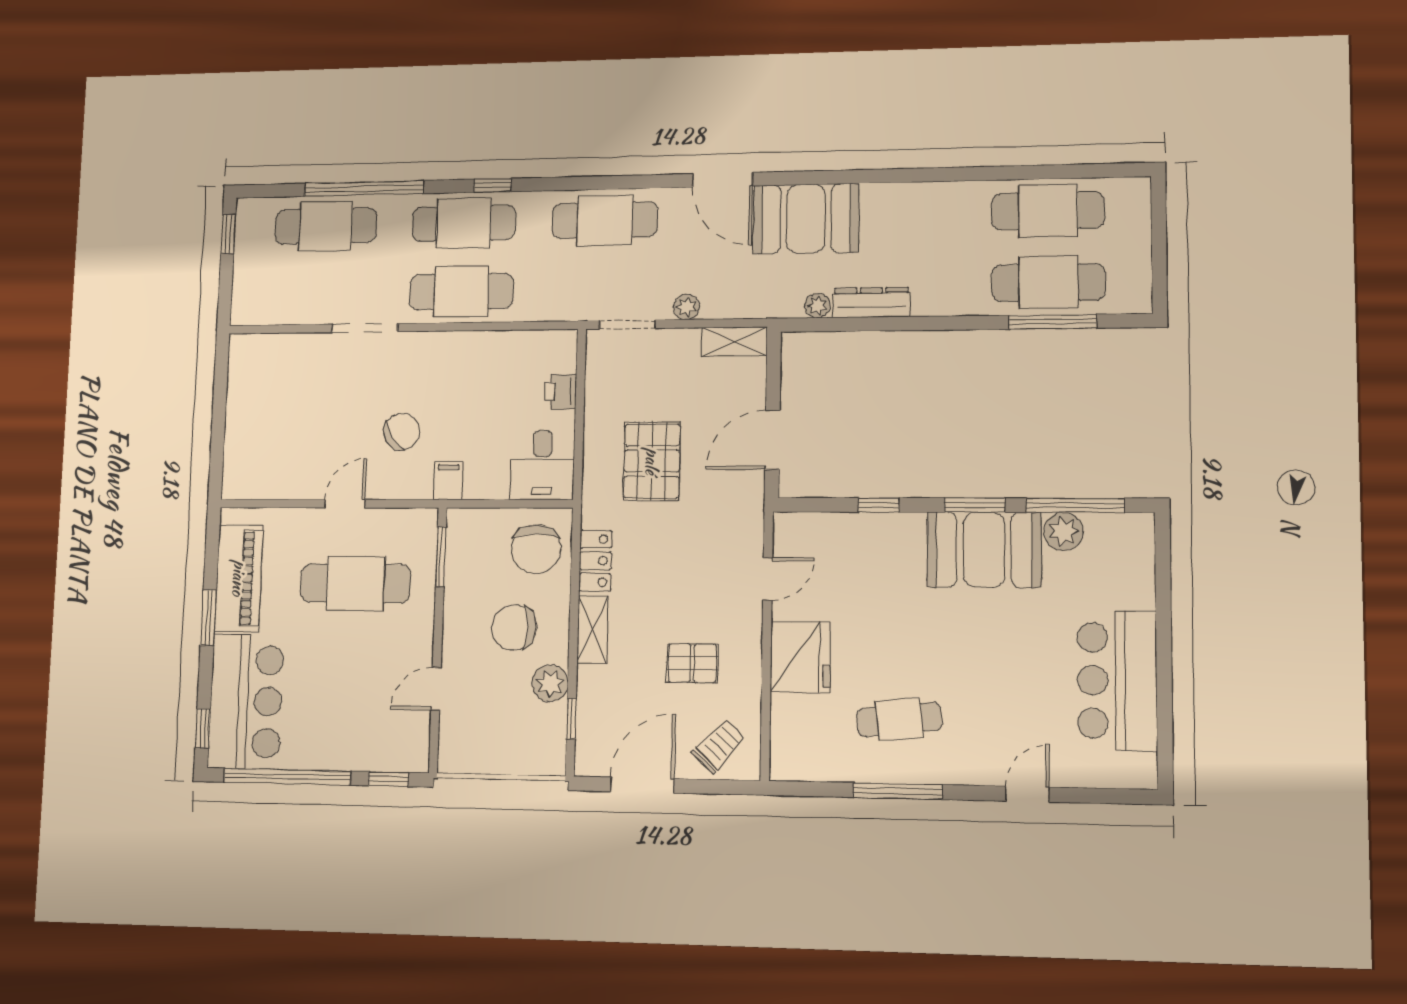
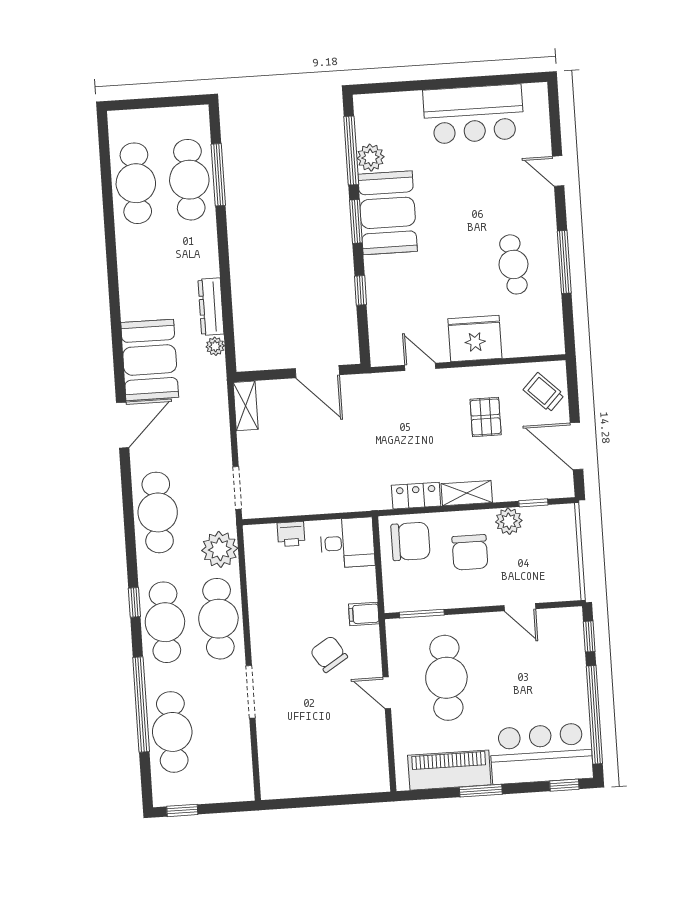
plant: (687, 307) -> (220, 549), moved, width x1.87, depth x1.87
pallet: (652, 461) -> (339, 460), removed

